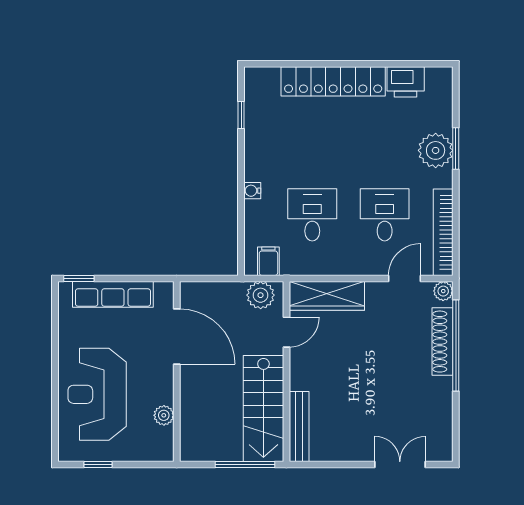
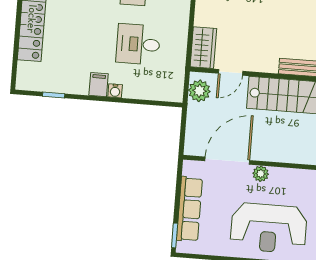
filing cabinet: (268, 261) -> (99, 85), moved, turned 90
wardrobe: (327, 296) -> (203, 48), width x0.67
door: (286, 332) -> (231, 72), swing flipped
plant: (164, 415) -> (261, 174), moved

